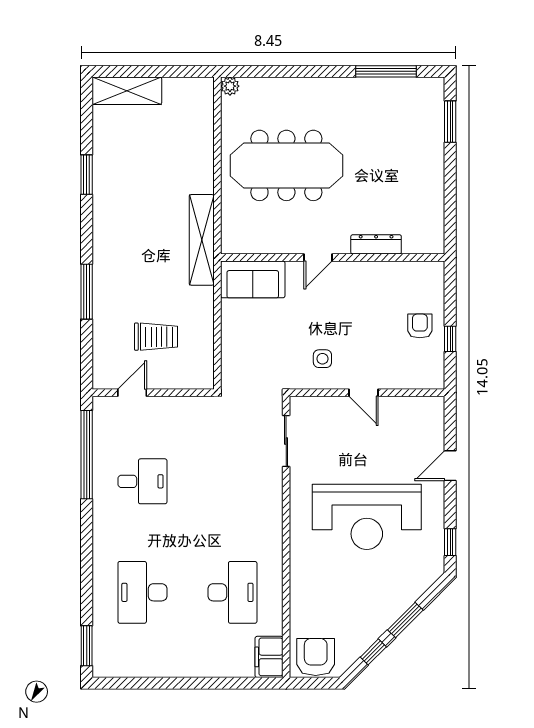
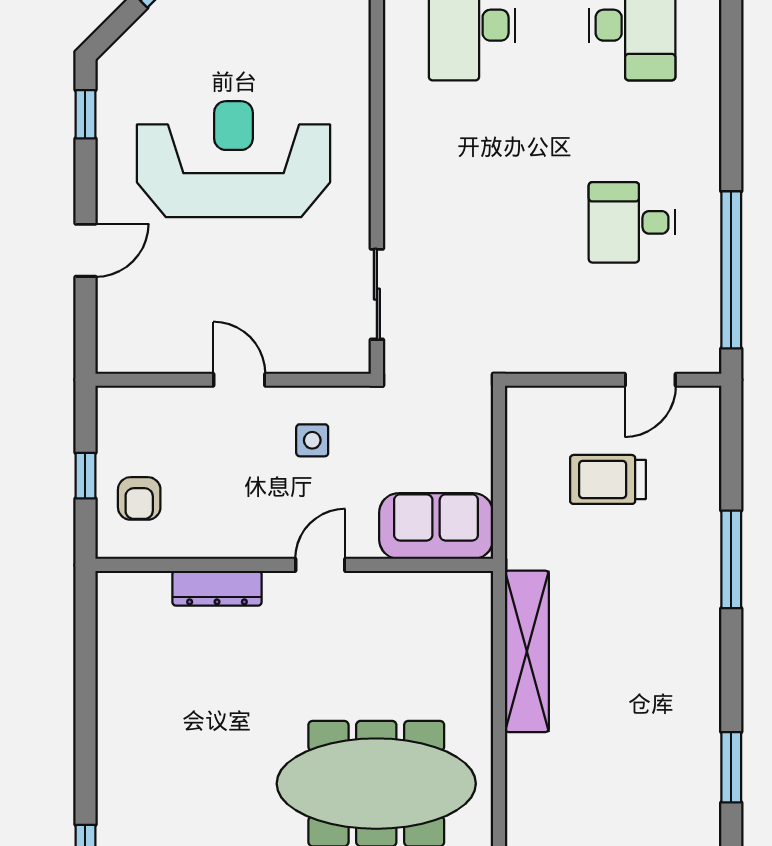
dresser: (376, 244) -> (217, 588), moved
door: (318, 258) -> (320, 565), moved
wall: (333, 258) -> (294, 565), moved
sofa: (253, 279) -> (436, 526), moved

